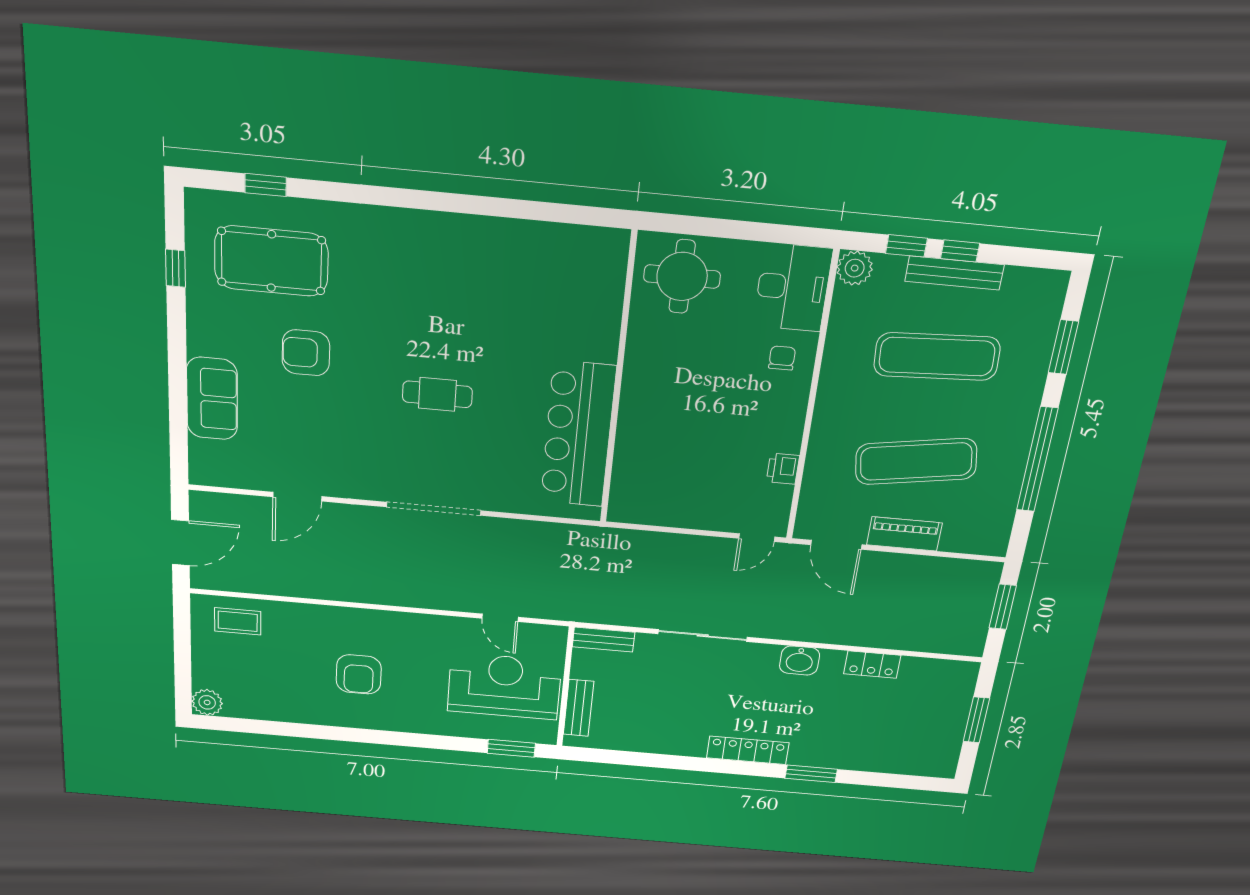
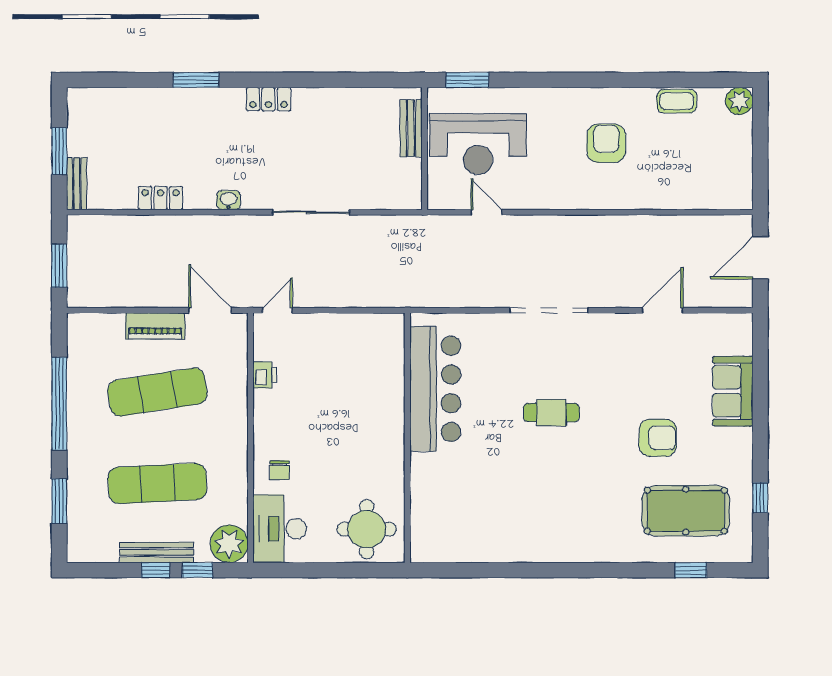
plant: (855, 268) -> (229, 544), width x1.36, depth x1.36
coffee table: (238, 621) -> (677, 101), moved
bench: (604, 639) -> (77, 184), moved, turned 90
washbasin: (800, 660) -> (229, 200), width x0.72, depth x0.69
locker: (748, 750) -> (268, 99), width x0.66

